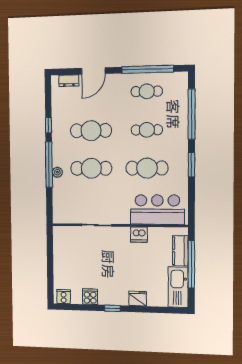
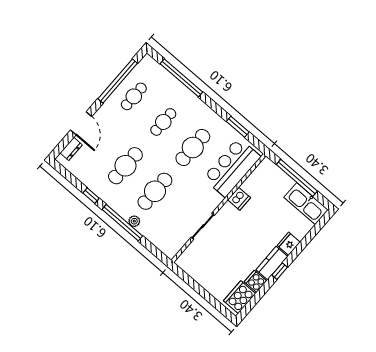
window: (191, 165) -> (238, 127), moved
kitchen counter: (180, 251) -> (272, 263), moved, turned 90
cooker: (64, 297) -> (240, 297), width x1.87, depth x1.31

